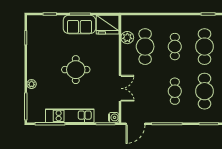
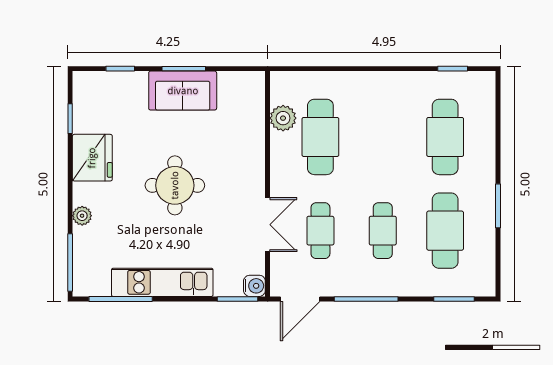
fridge: (108, 25) -> (92, 158), moved, turned -90
cafe table: (175, 47) -> (320, 231), moved

